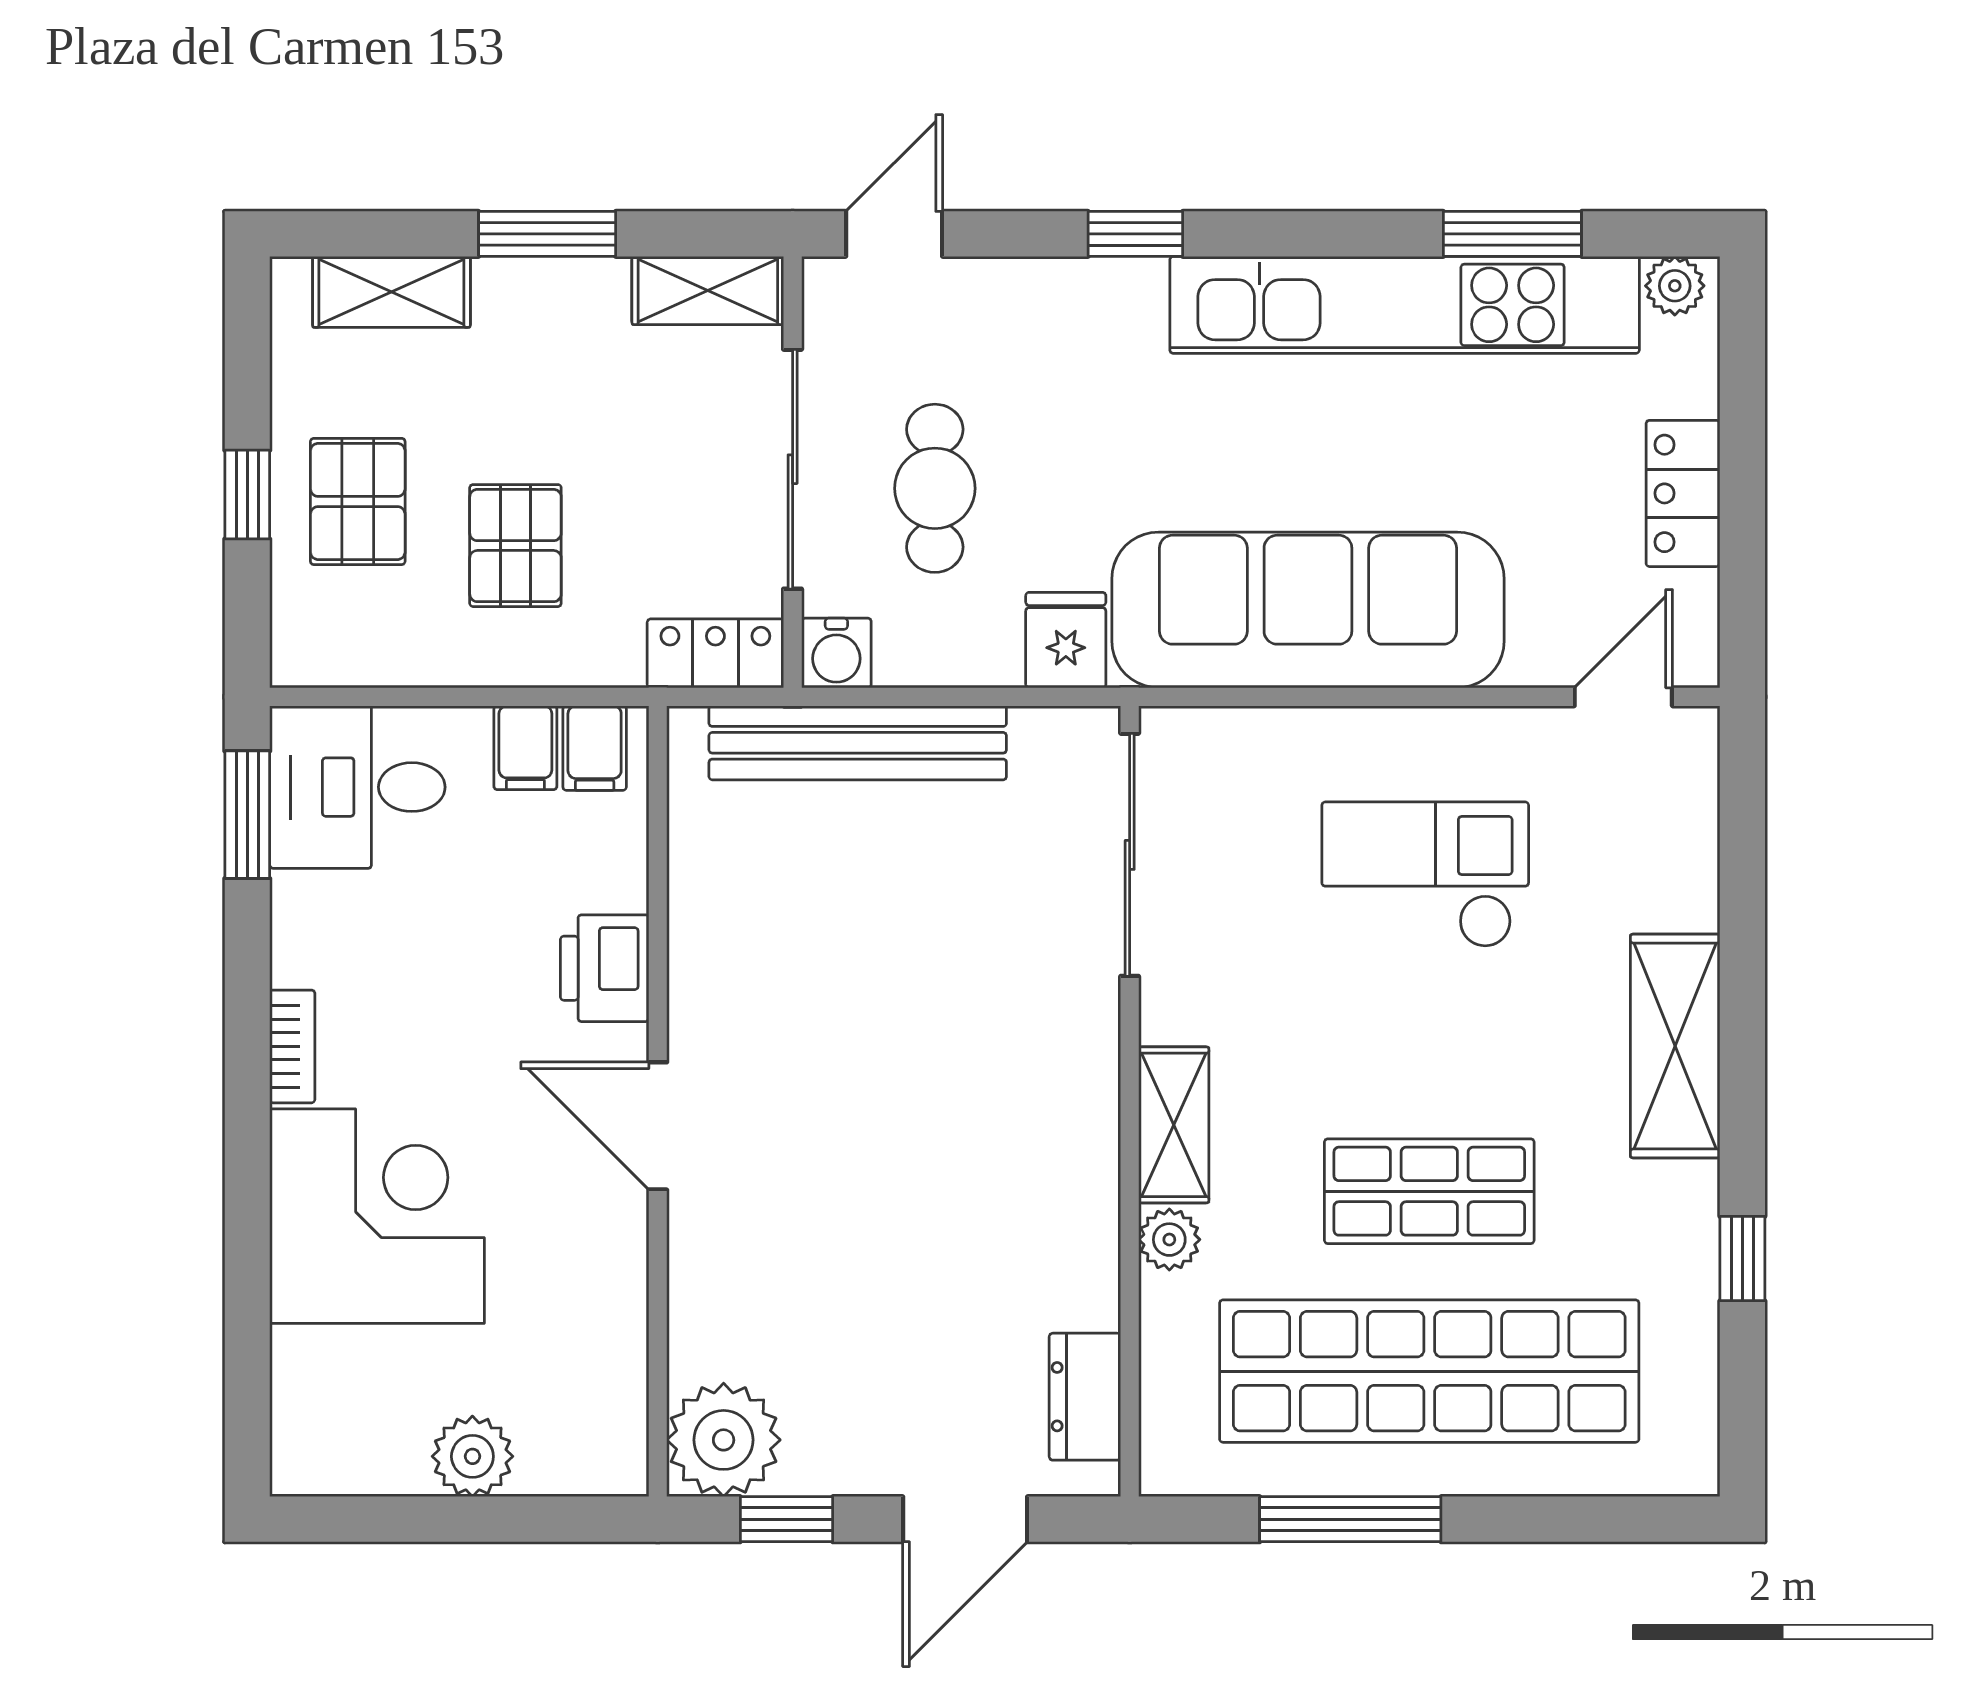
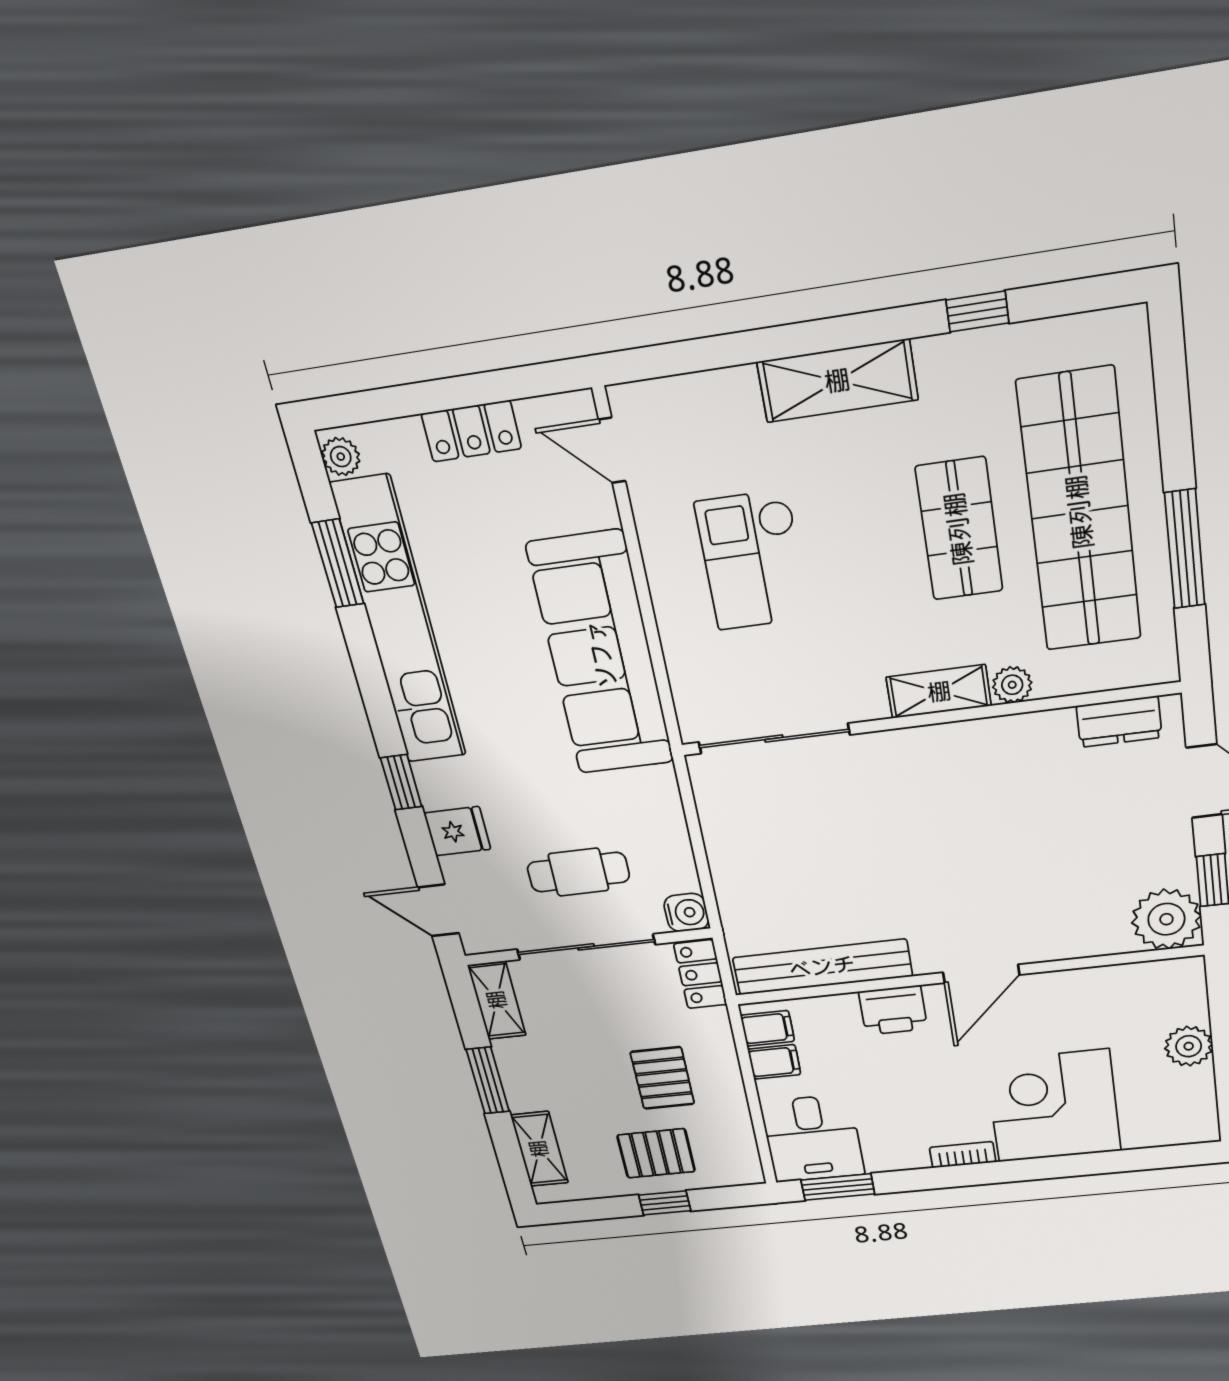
pallet: (515, 546) -> (662, 1078), turned 90
fridge: (1066, 640) -> (457, 831), moved, turned 180
bench: (858, 743) -> (822, 967), moved, turned 90

